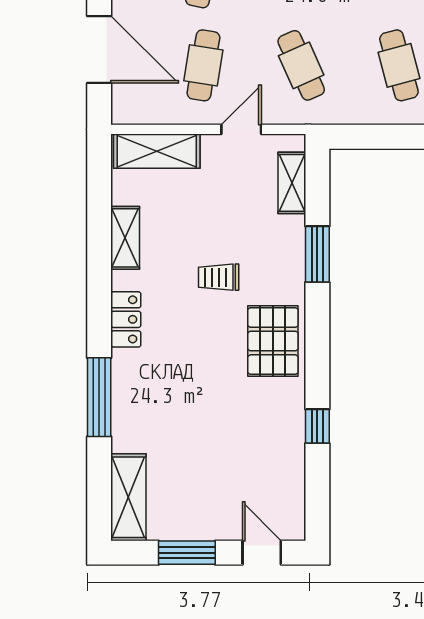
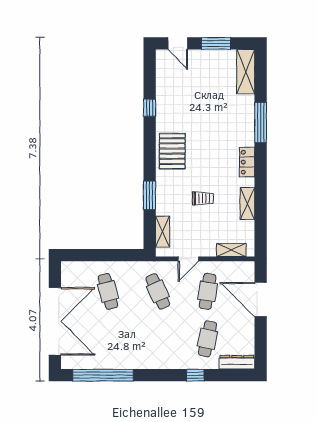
shelving: (157, 151) -> (231, 250), width x0.67, depth x0.75
trolley: (219, 277) -> (203, 198), moved

